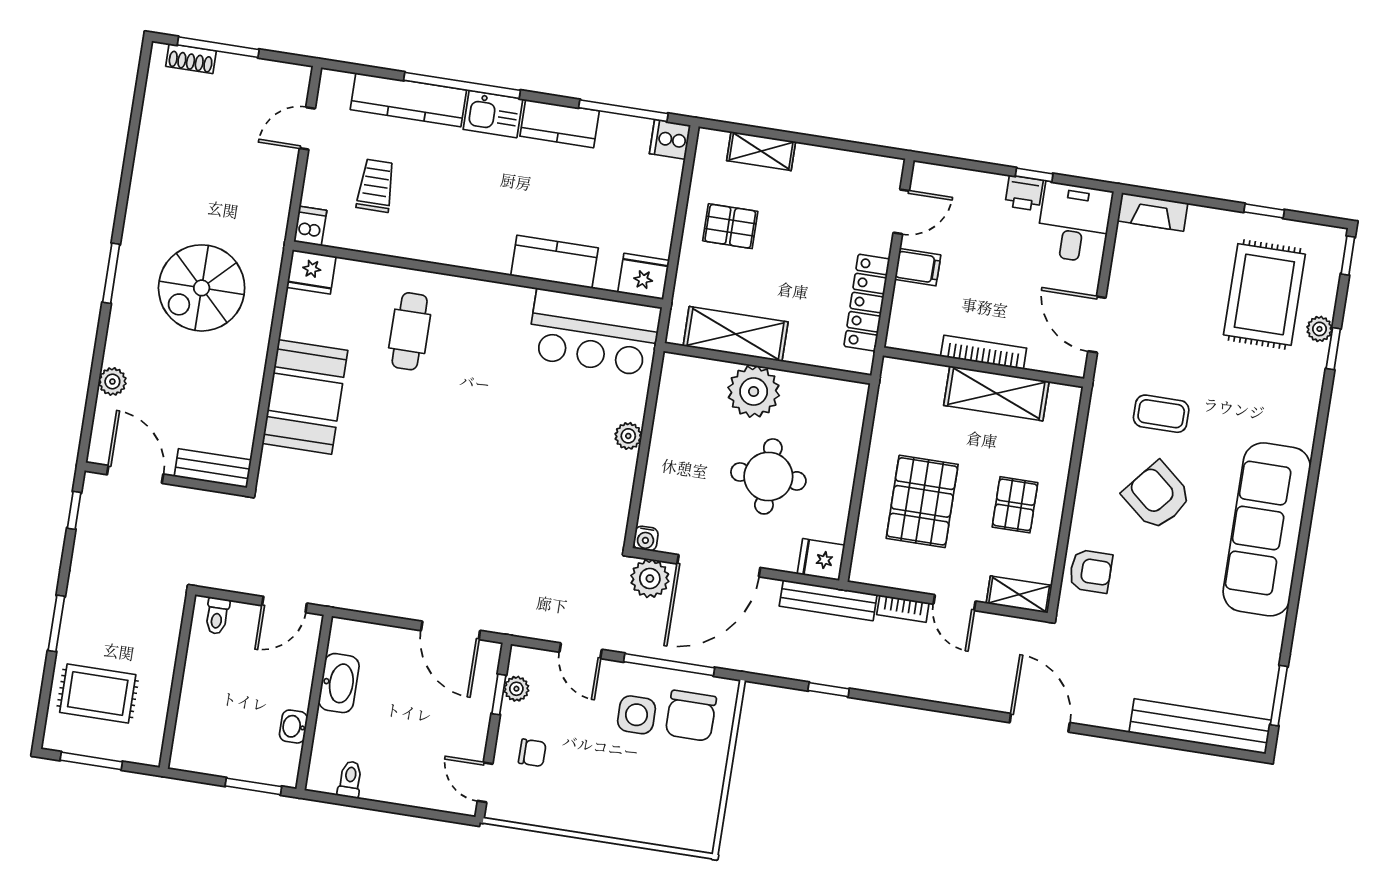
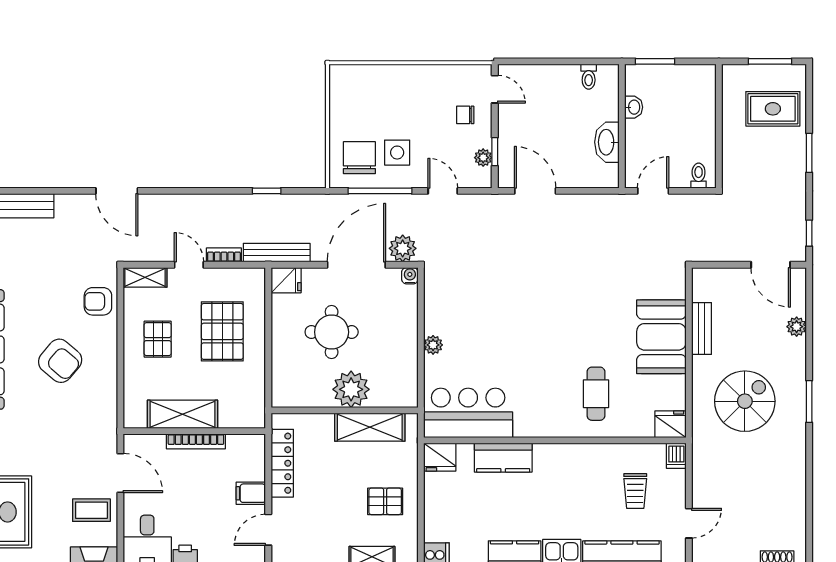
coffee table: (1161, 414) -> (91, 510), moved
bench: (213, 468) -> (702, 329), moved, turned 90

